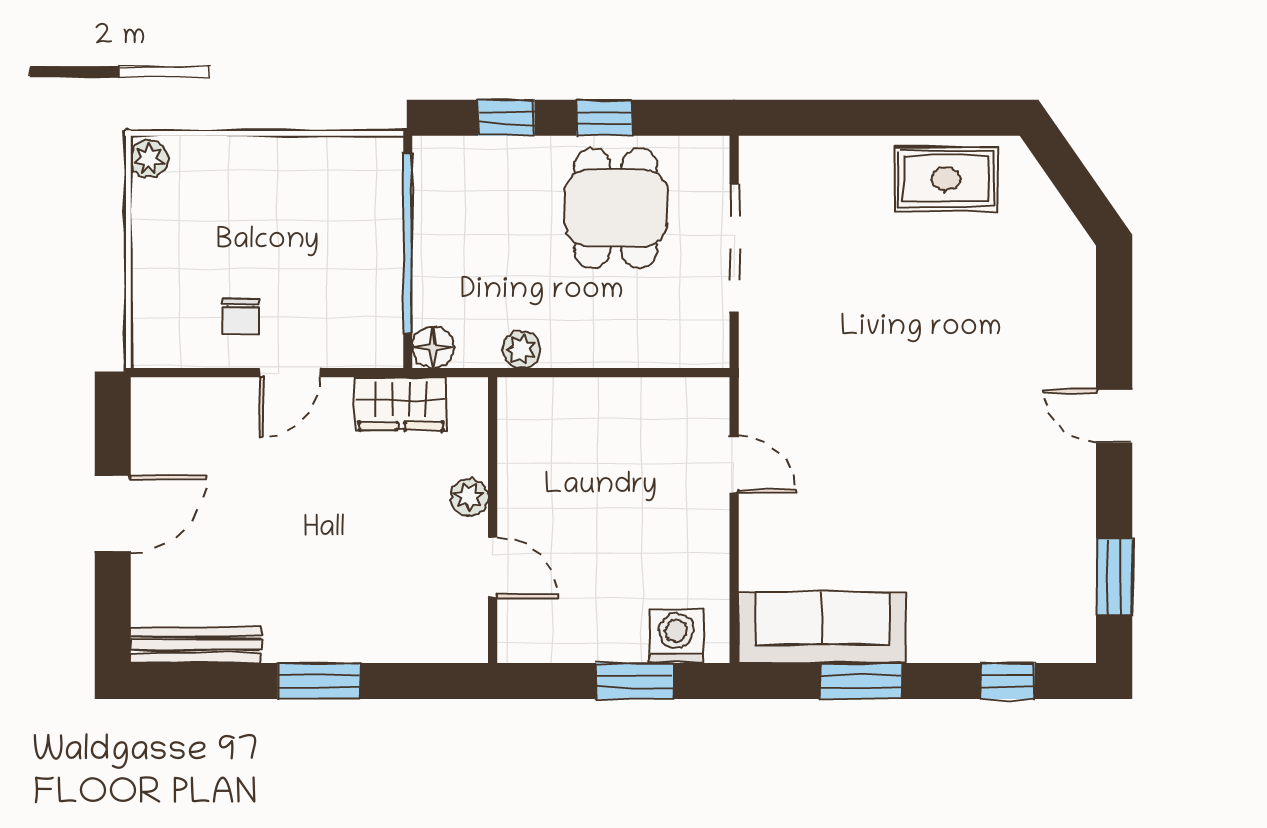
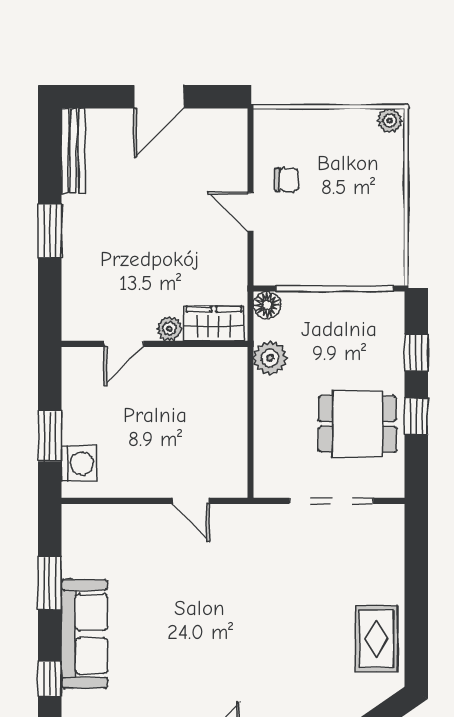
chair: (240, 317) -> (287, 180), turned 180
plant: (521, 349) -> (270, 358), width x1.38, depth x1.38
wardrobe: (401, 404) -> (214, 324), moved, turned 90
door: (734, 464) -> (191, 501), hinge flipped
door: (113, 513) -> (159, 97), hinge flipped
sofa: (822, 628) -> (84, 634), moved

